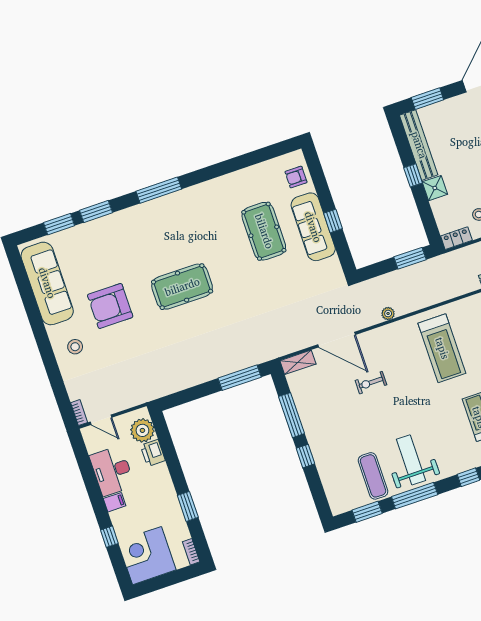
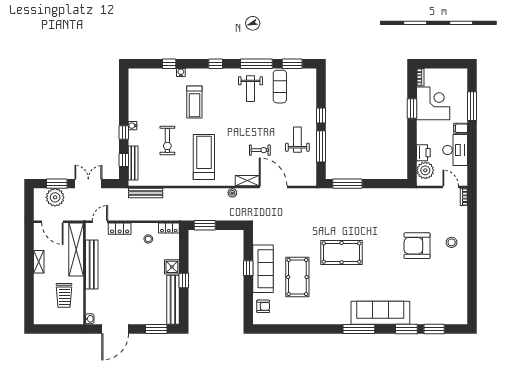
sofa: (47, 283) -> (380, 313), moved, turned 90
pool table: (182, 287) -> (342, 253), moved
armchair: (110, 306) -> (417, 246), moved, turned 180
shelving: (298, 362) -> (247, 181), moved
weight bench: (326, 414) -> (297, 140), added
weight bench: (411, 460) -> (250, 89), width x0.73, depth x0.75
window: (109, 537) -> (472, 106), width x2.17
corner desk: (147, 556) -> (433, 103), moved, turned -90

